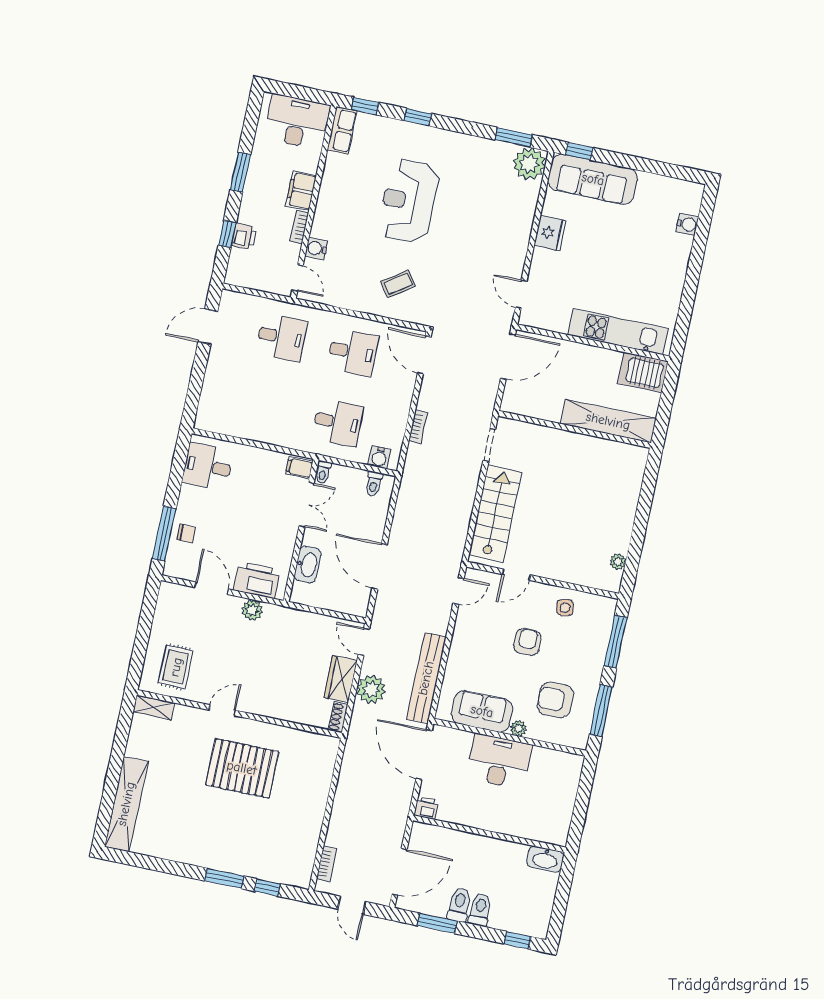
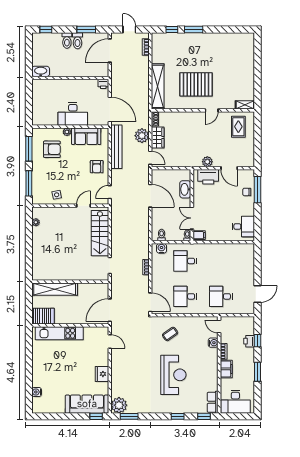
armchair: (527, 642) -> (97, 167), moved
shelving: (126, 804) -> (158, 86), moved

